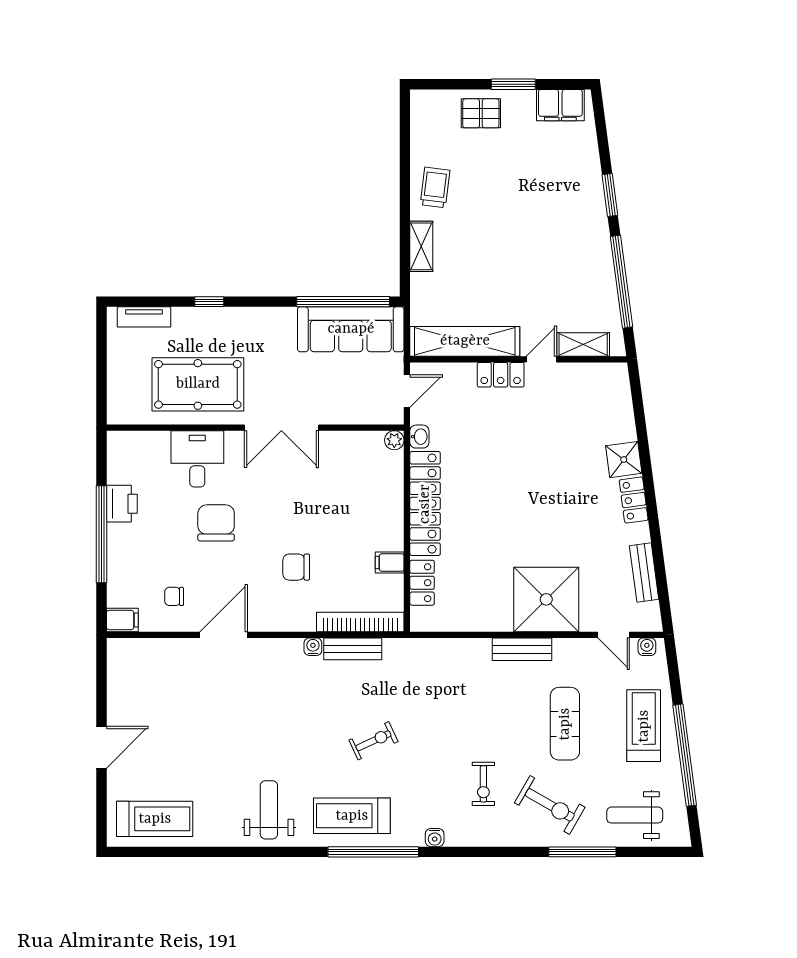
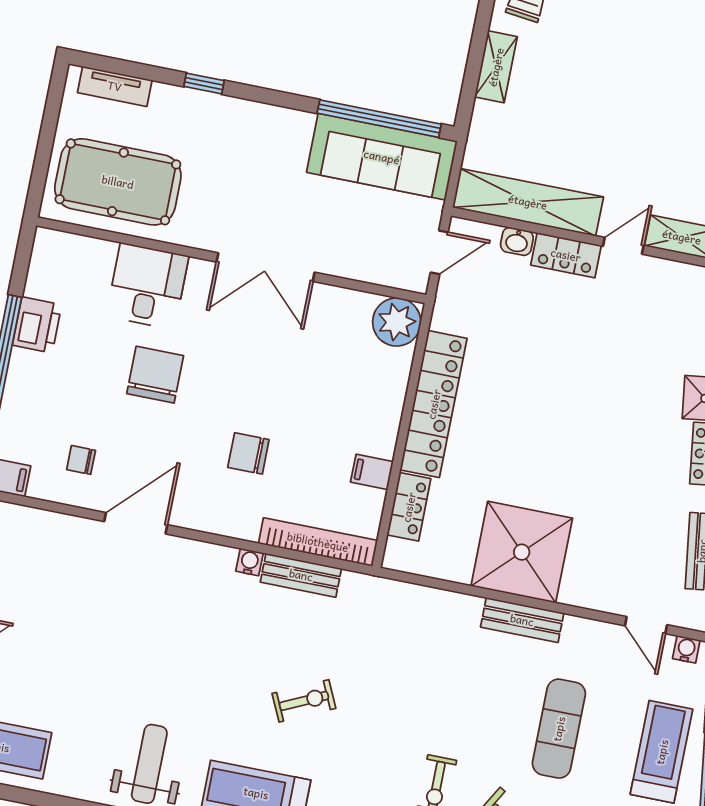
pool table: (198, 384) -> (118, 182), moved
washbasin: (419, 437) -> (517, 241), moved, turned 90
plant: (394, 440) -> (397, 322), width x1.87, depth x1.87
shower: (546, 599) -> (522, 552), moved

